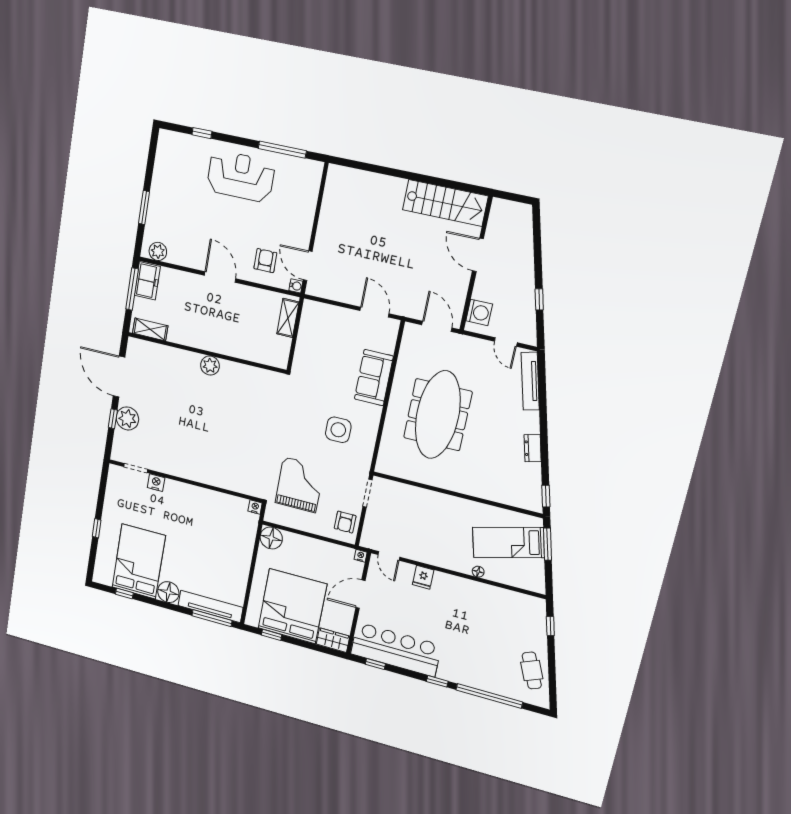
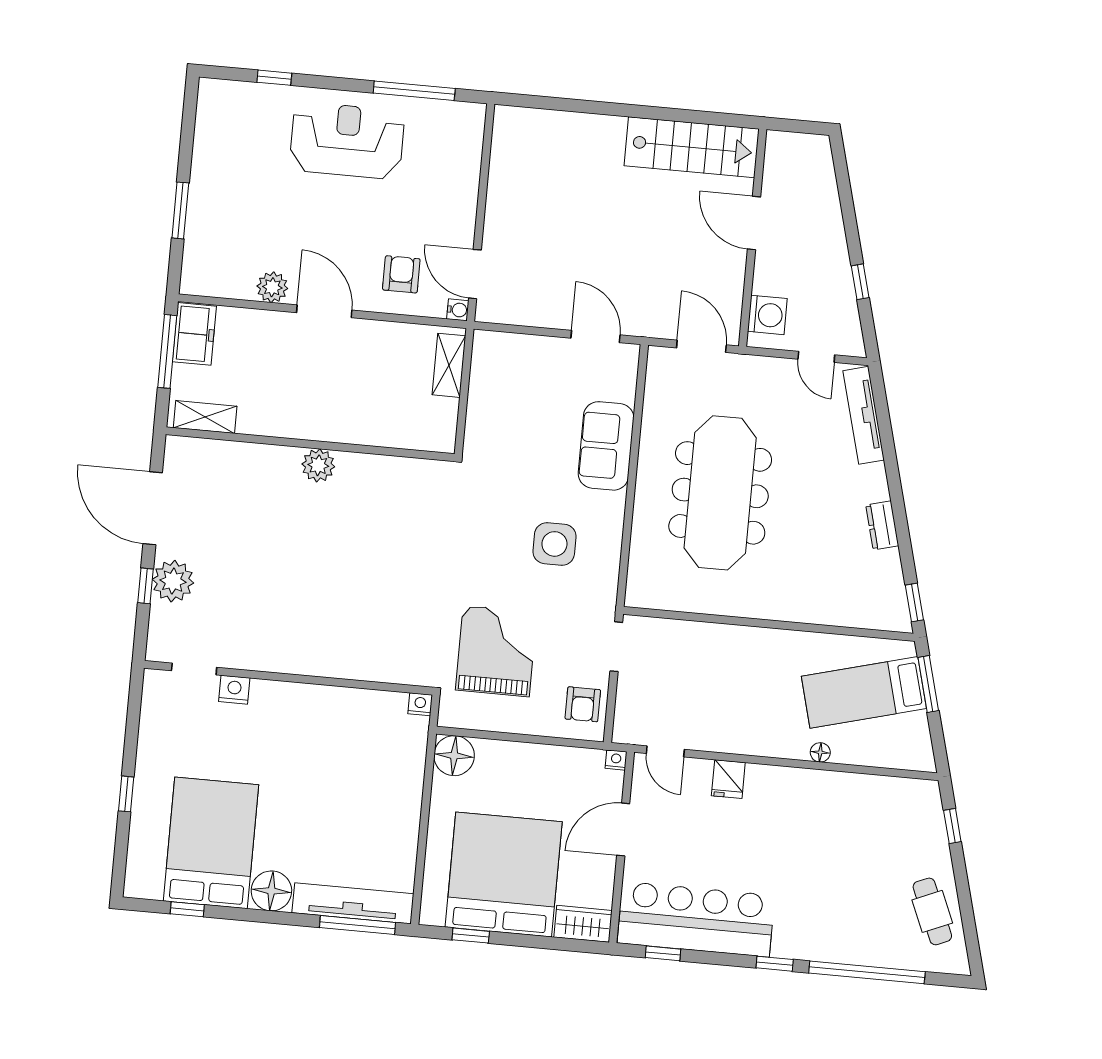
plant: (158, 251) -> (272, 287), moved

